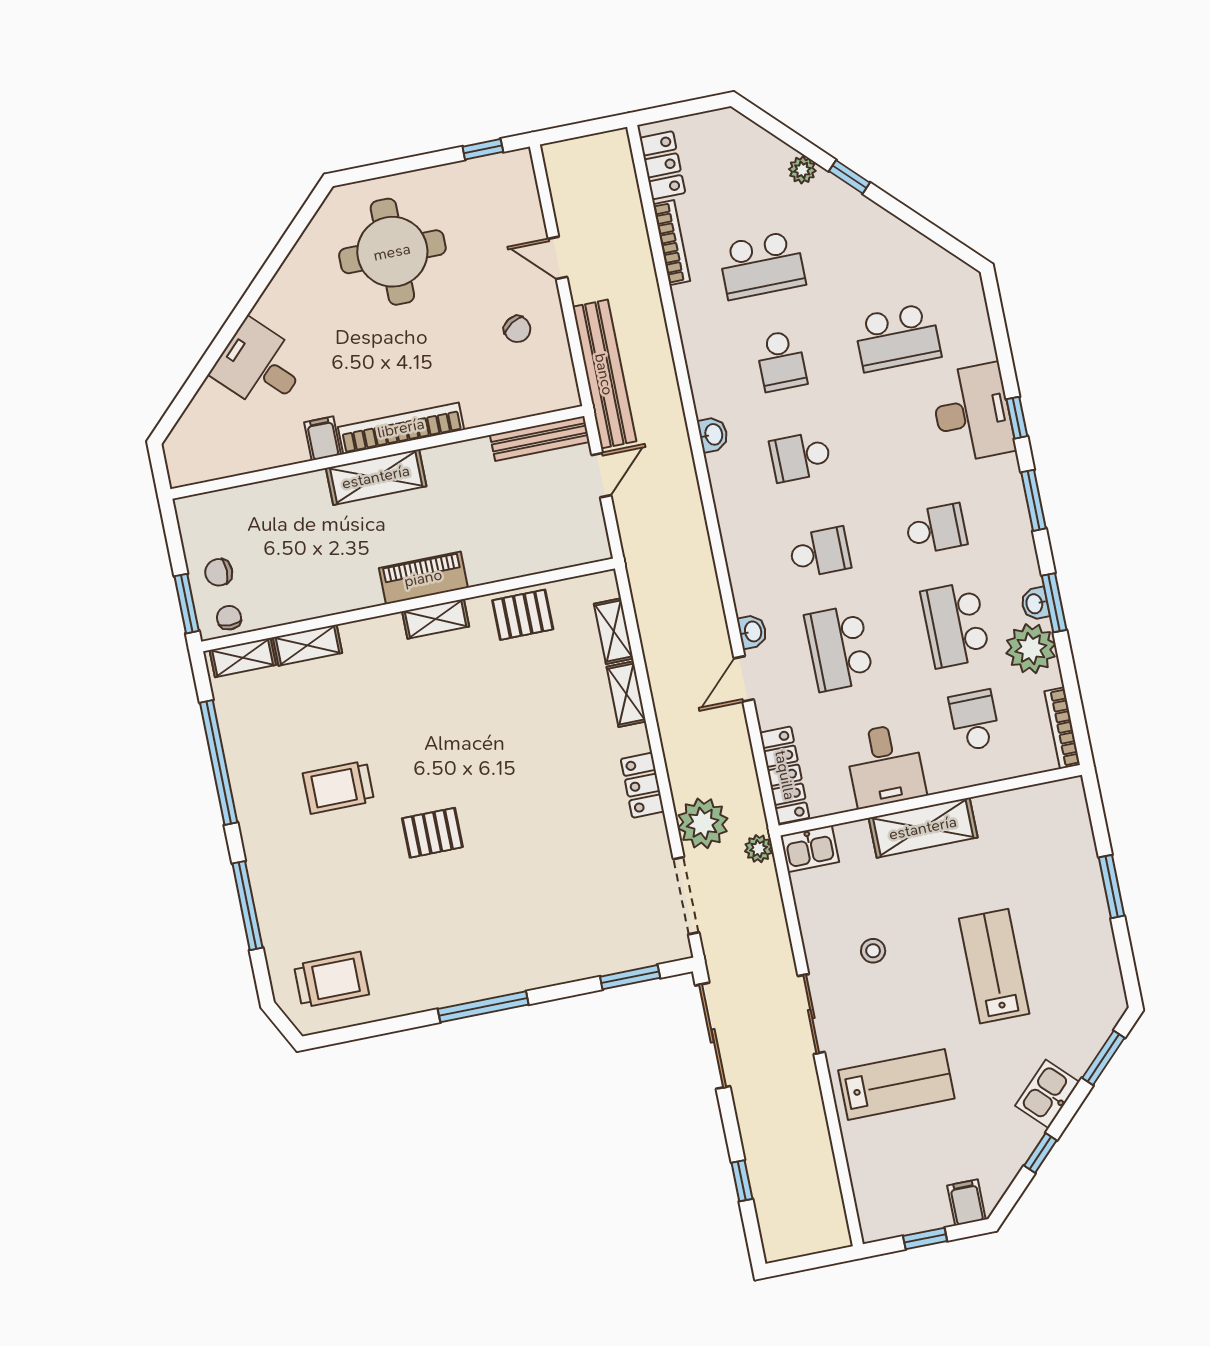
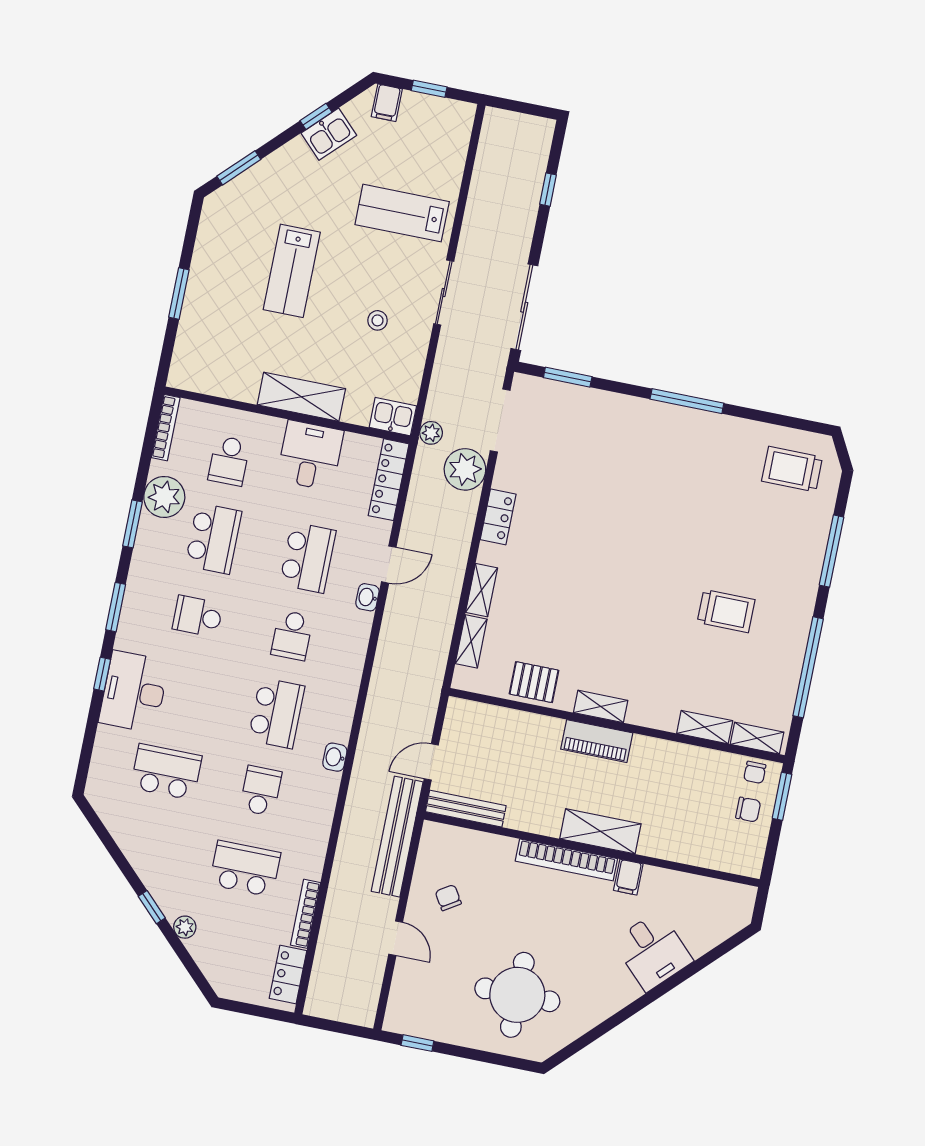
school desk: (800, 457) -> (276, 713), width x1.85
school desk: (820, 552) -> (292, 635), turned -90
washbasin: (1035, 604) -> (147, 529), removed
pallet: (432, 833) -> (670, 547), removed
kitchen sink: (1047, 1094) -> (329, 134), moved

